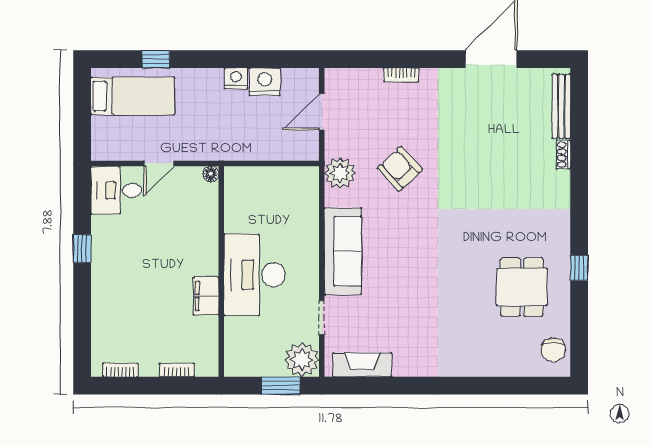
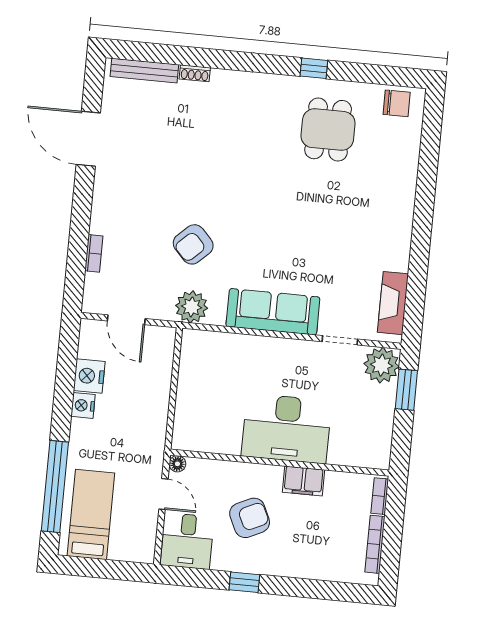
window: (156, 59) -> (55, 487), width x3.17
bookcase: (401, 75) -> (94, 253), moved
floor lamp: (211, 174) -> (177, 464), moved
armchair: (144, 248) -> (250, 518), added
wall: (221, 272) -> (280, 463), moved
desk: (255, 275) -> (286, 428), moved
dining table: (522, 287) -> (328, 130), turned 90
filing cabinet: (206, 296) -> (303, 481), moved
bookcase: (120, 370) -> (375, 544), width x1.56

